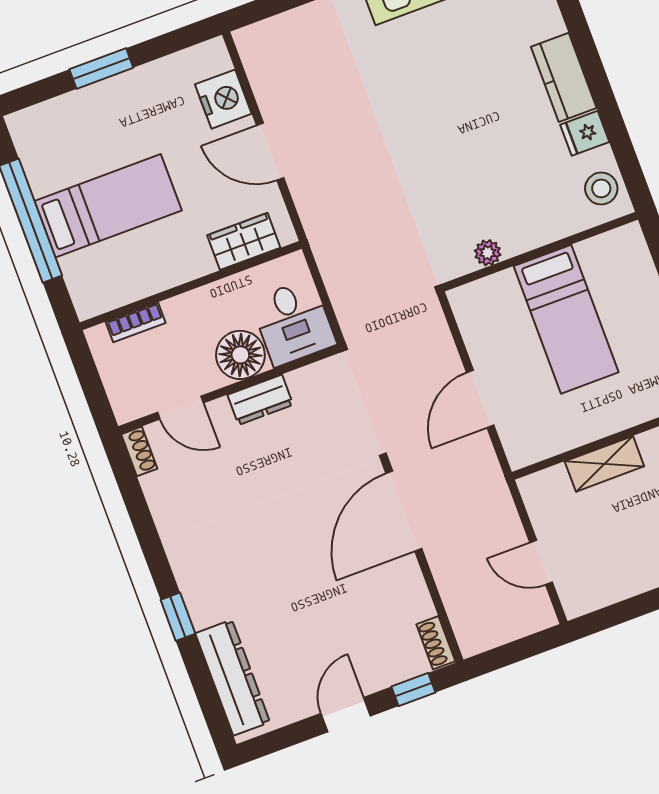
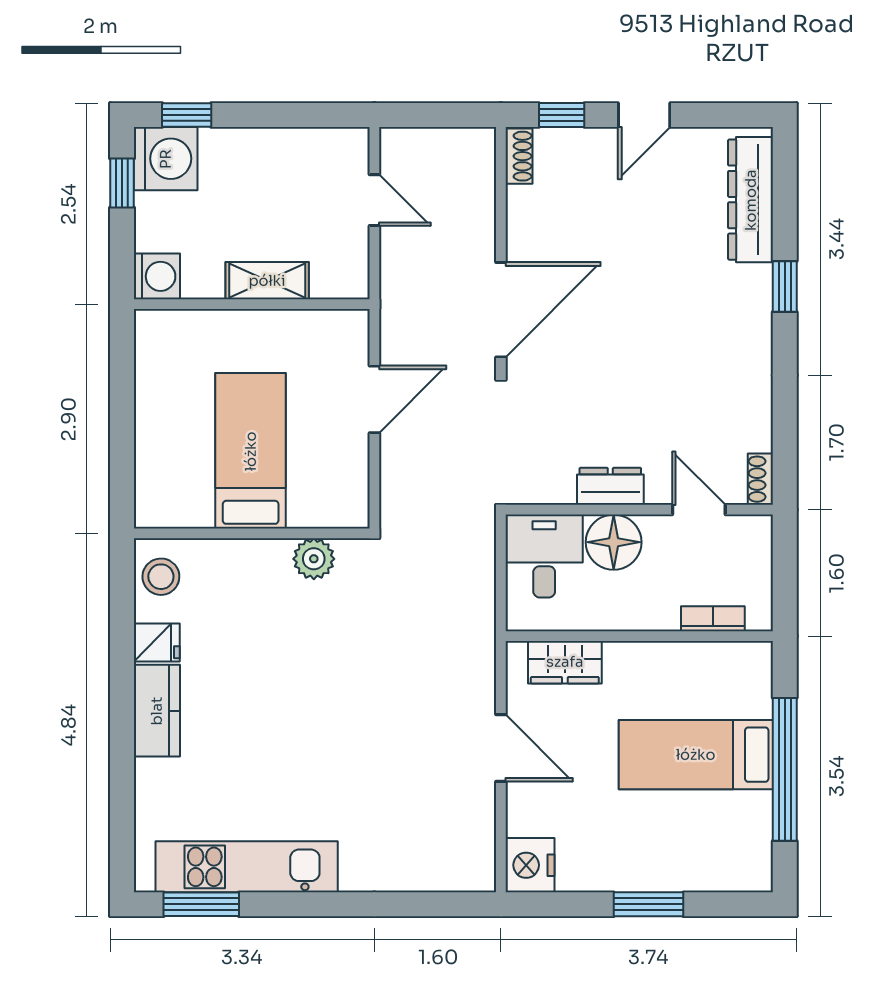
nightstand: (223, 99) -> (530, 865), moved
plant: (488, 253) -> (314, 559), width x1.38, depth x1.38

